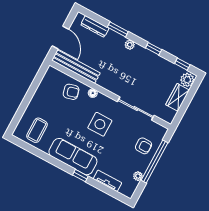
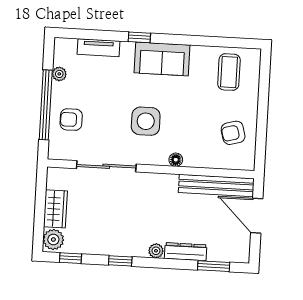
dresser: (95, 26) -> (186, 252), moved
window: (118, 29) -> (214, 266), moved
armchair: (71, 92) -> (233, 133), moved
sofa: (73, 157) -> (162, 59), width x0.73

